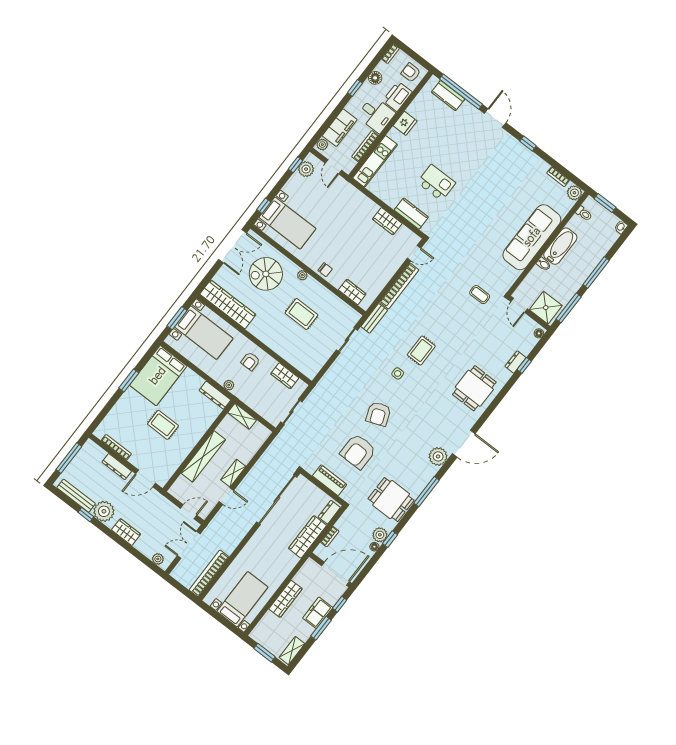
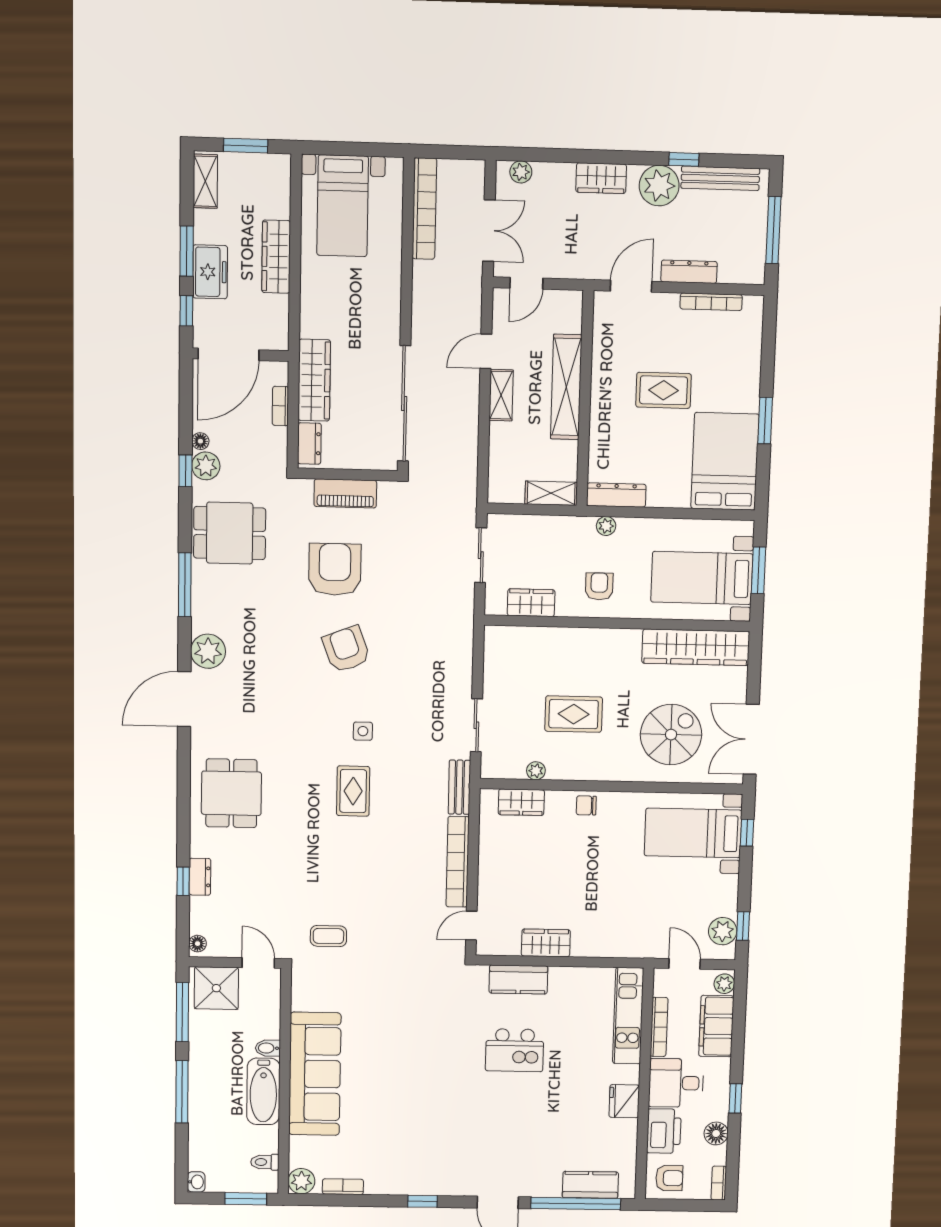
plant: (302, 275) -> (536, 771), moved

